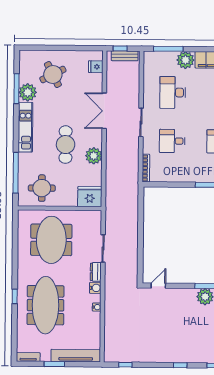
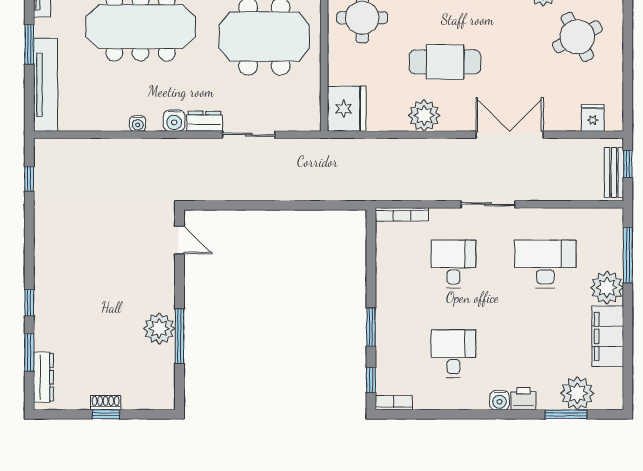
window: (180, 365) -> (29, 303), moved

